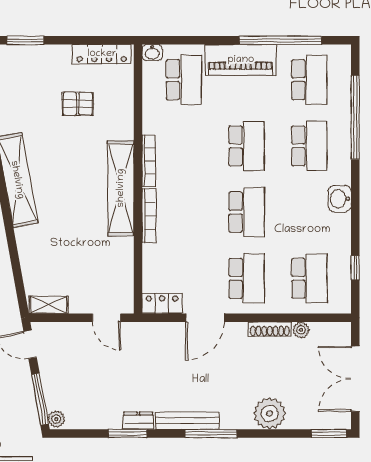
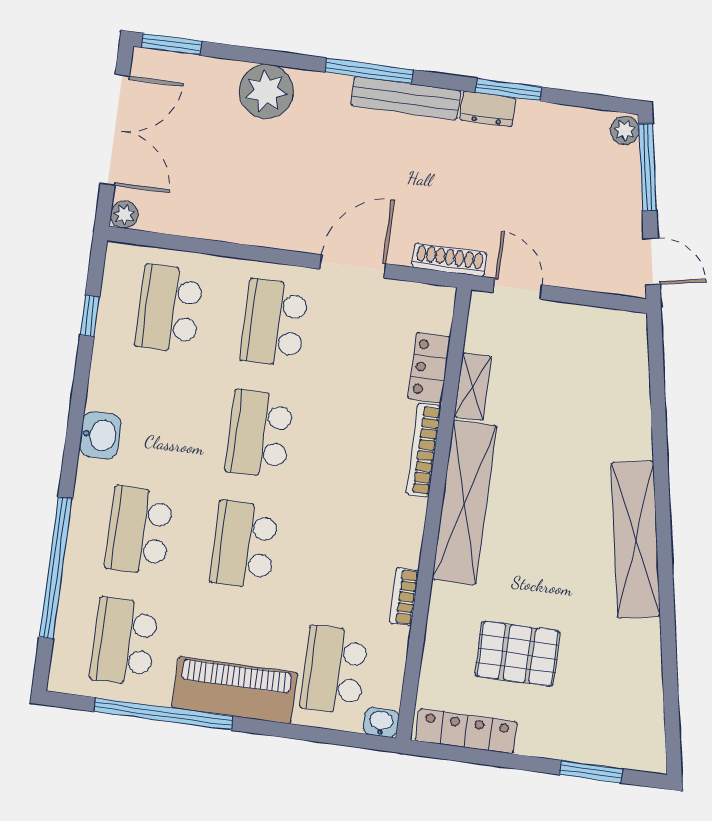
pallet: (78, 104) -> (518, 654), width x1.50, depth x1.42
bookcase: (149, 161) -> (404, 597), moved, width x0.64
locker: (162, 303) -> (429, 368), moved, turned 90
shelving: (49, 305) -> (473, 386), moved, turned 90
shoe rack: (270, 329) -> (449, 260), moved
plant: (301, 330) -> (124, 215), moved

